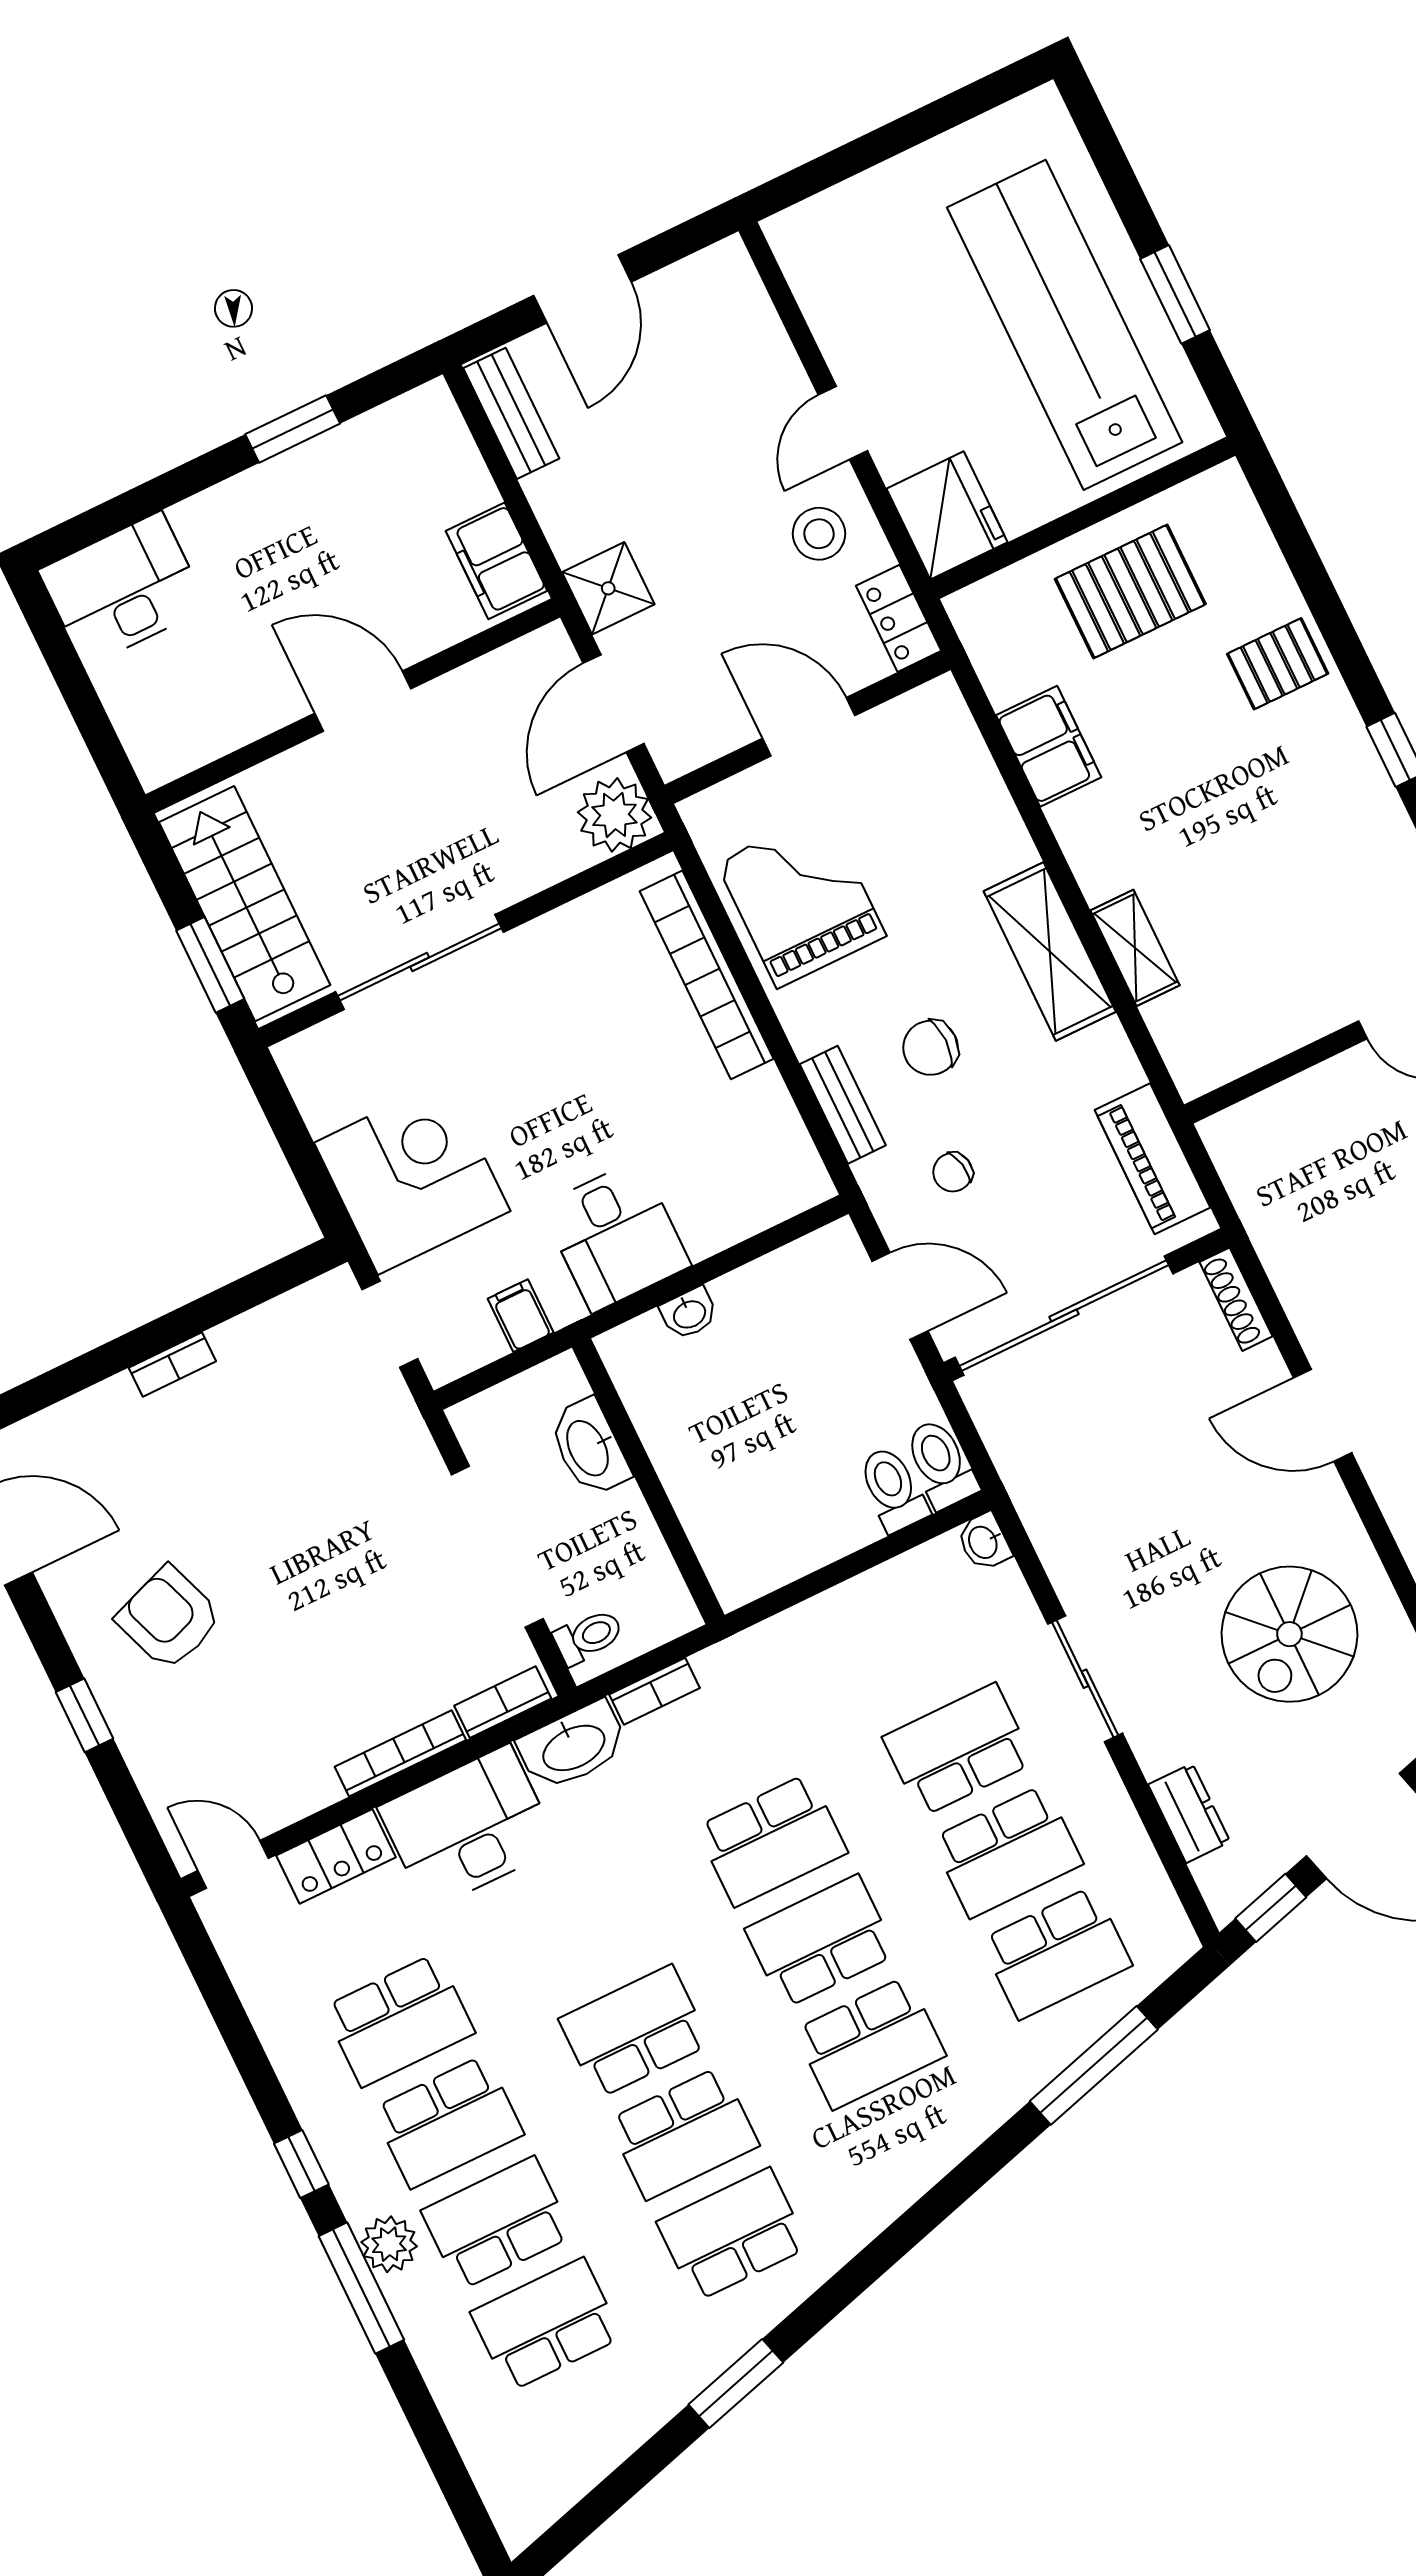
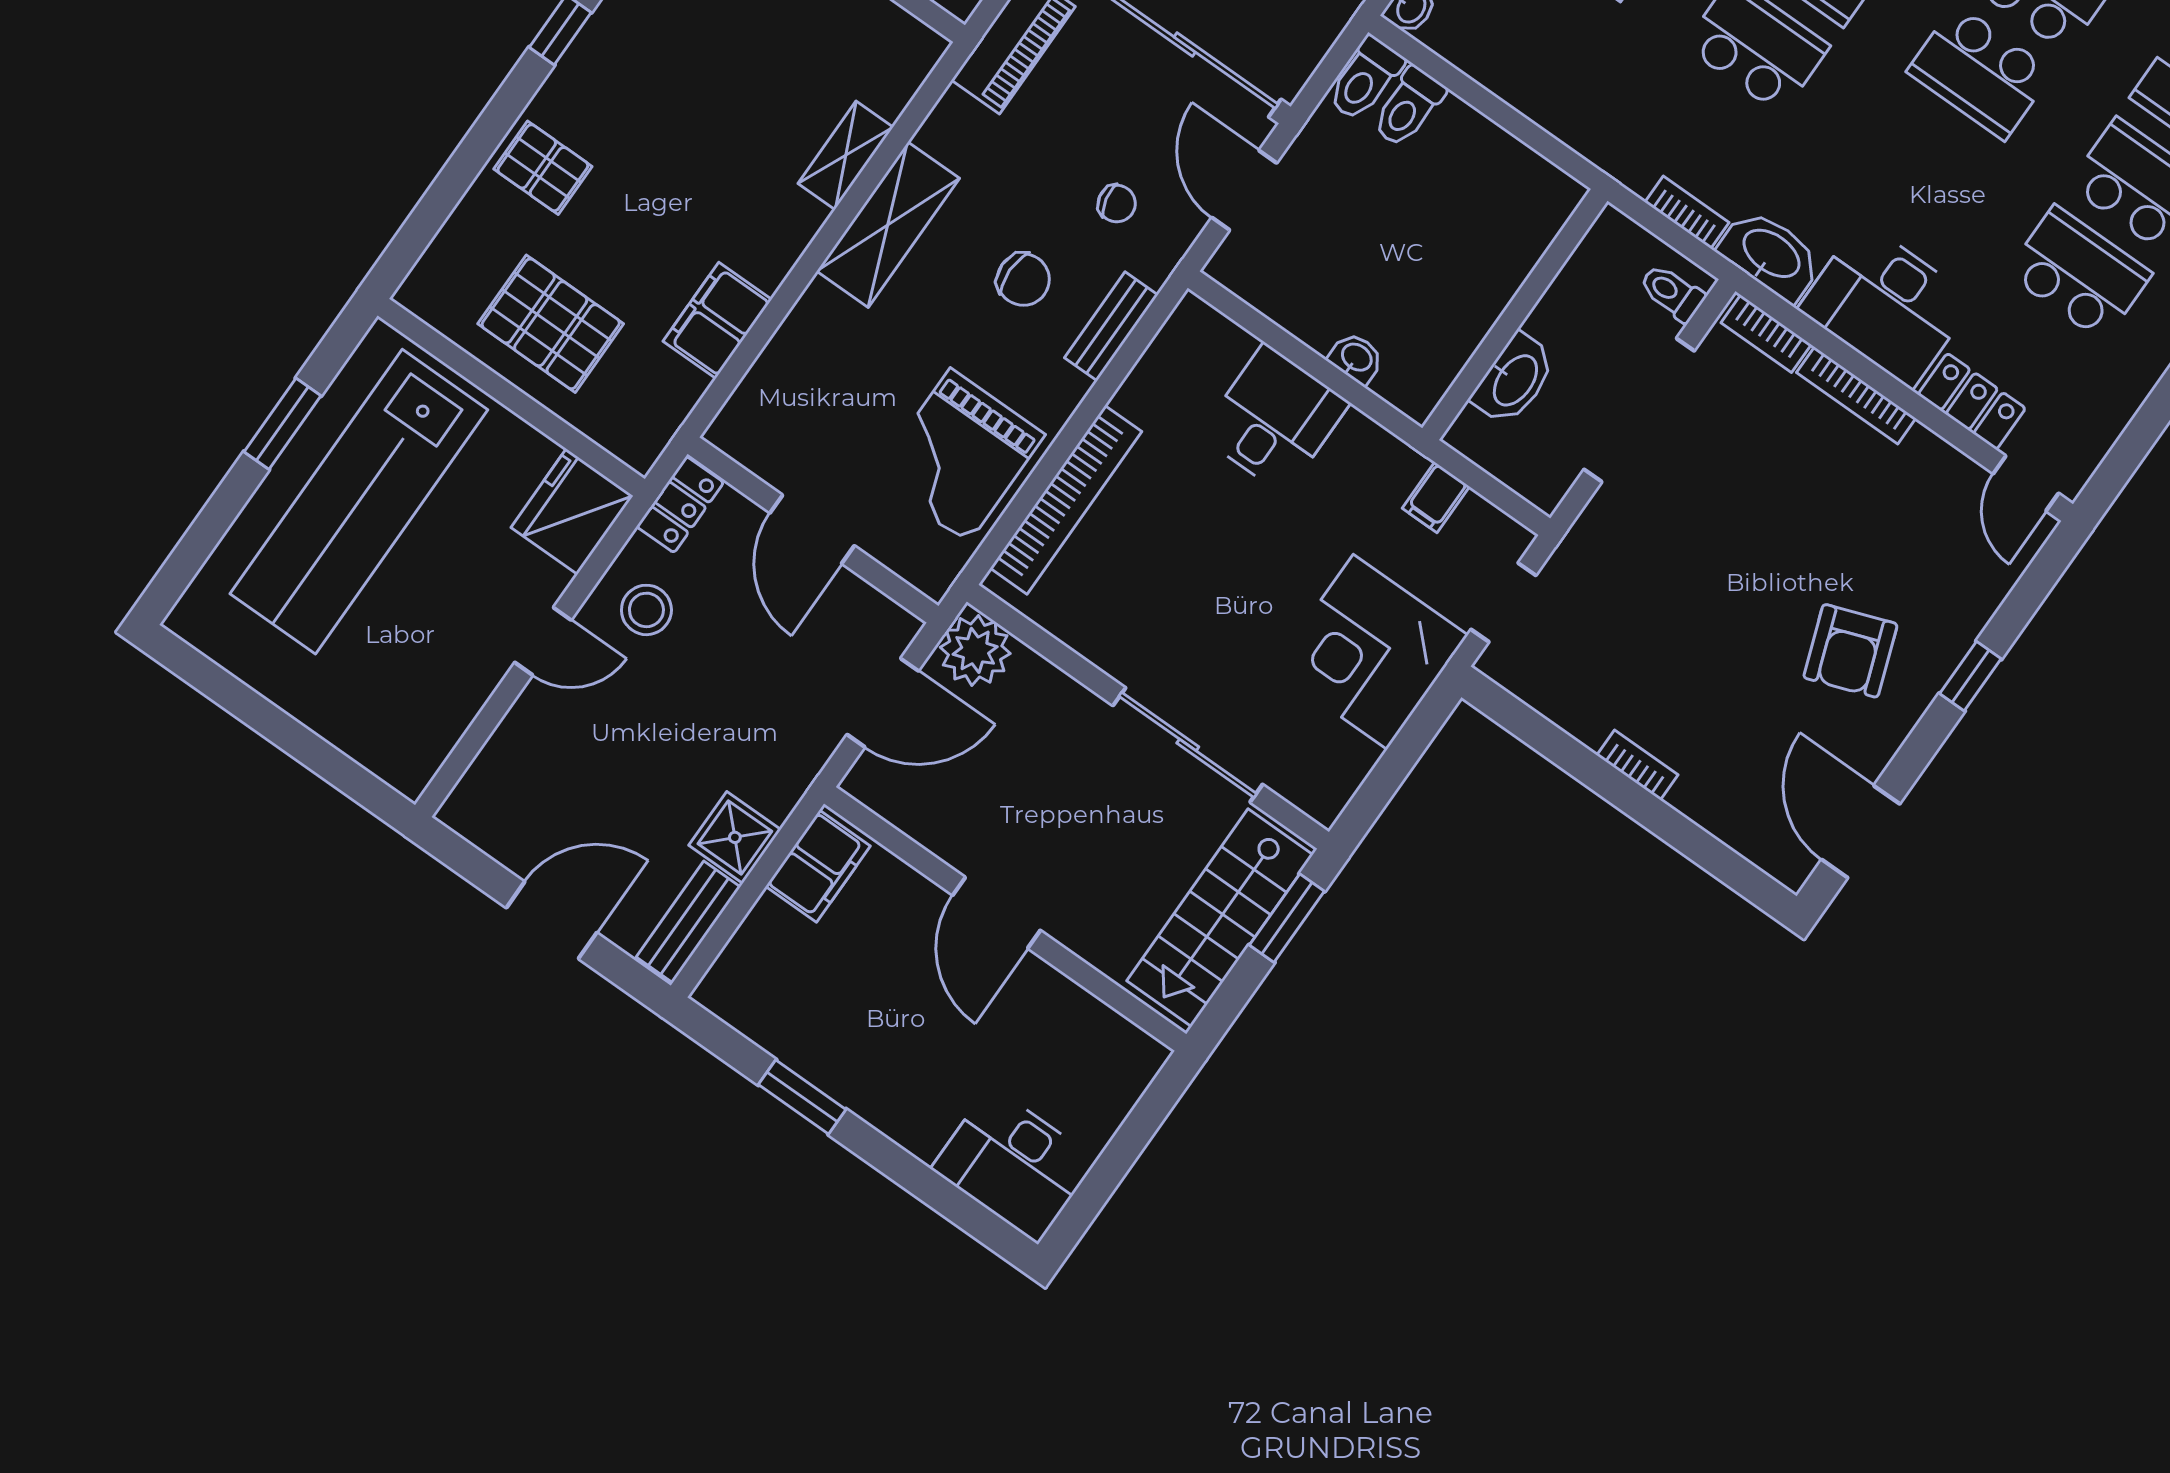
shower: (608, 588) -> (735, 837), moved
desk: (616, 1236) -> (1274, 419), moved

